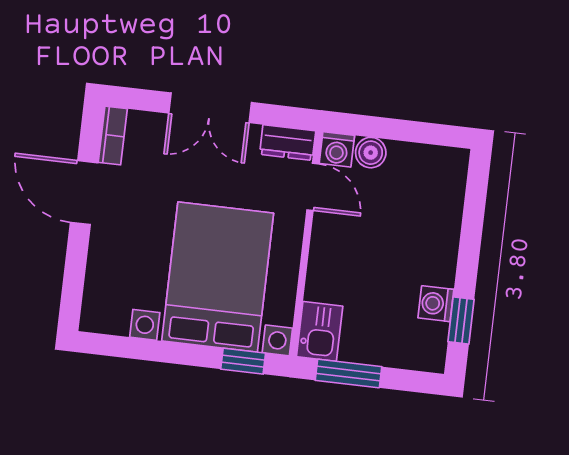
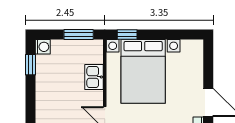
washing machine: (436, 304) -> (43, 47), moved
kitchen sink: (320, 331) -> (94, 77), moved

